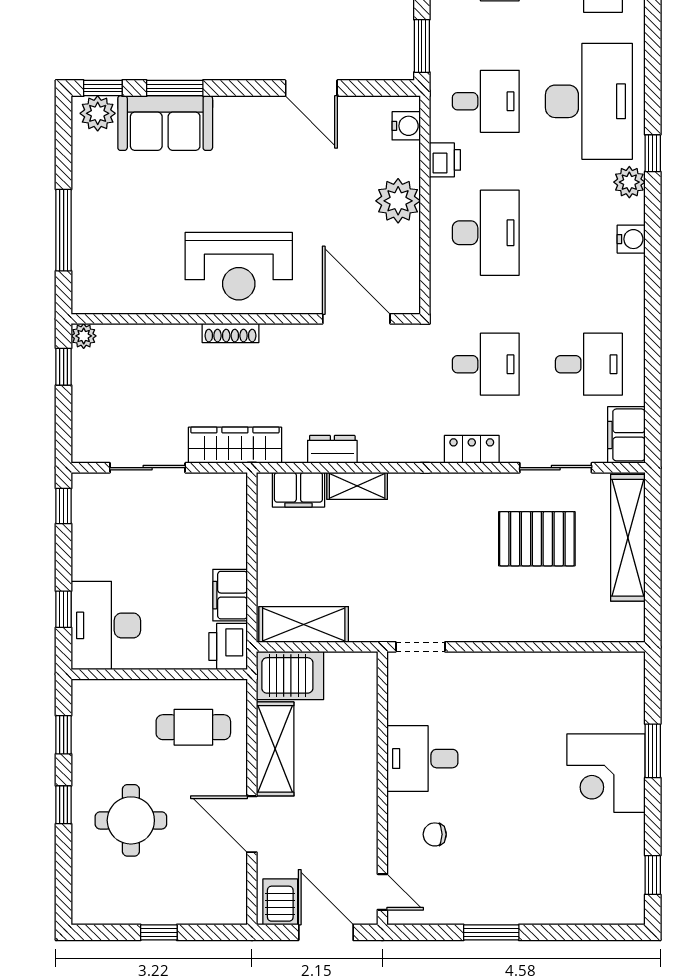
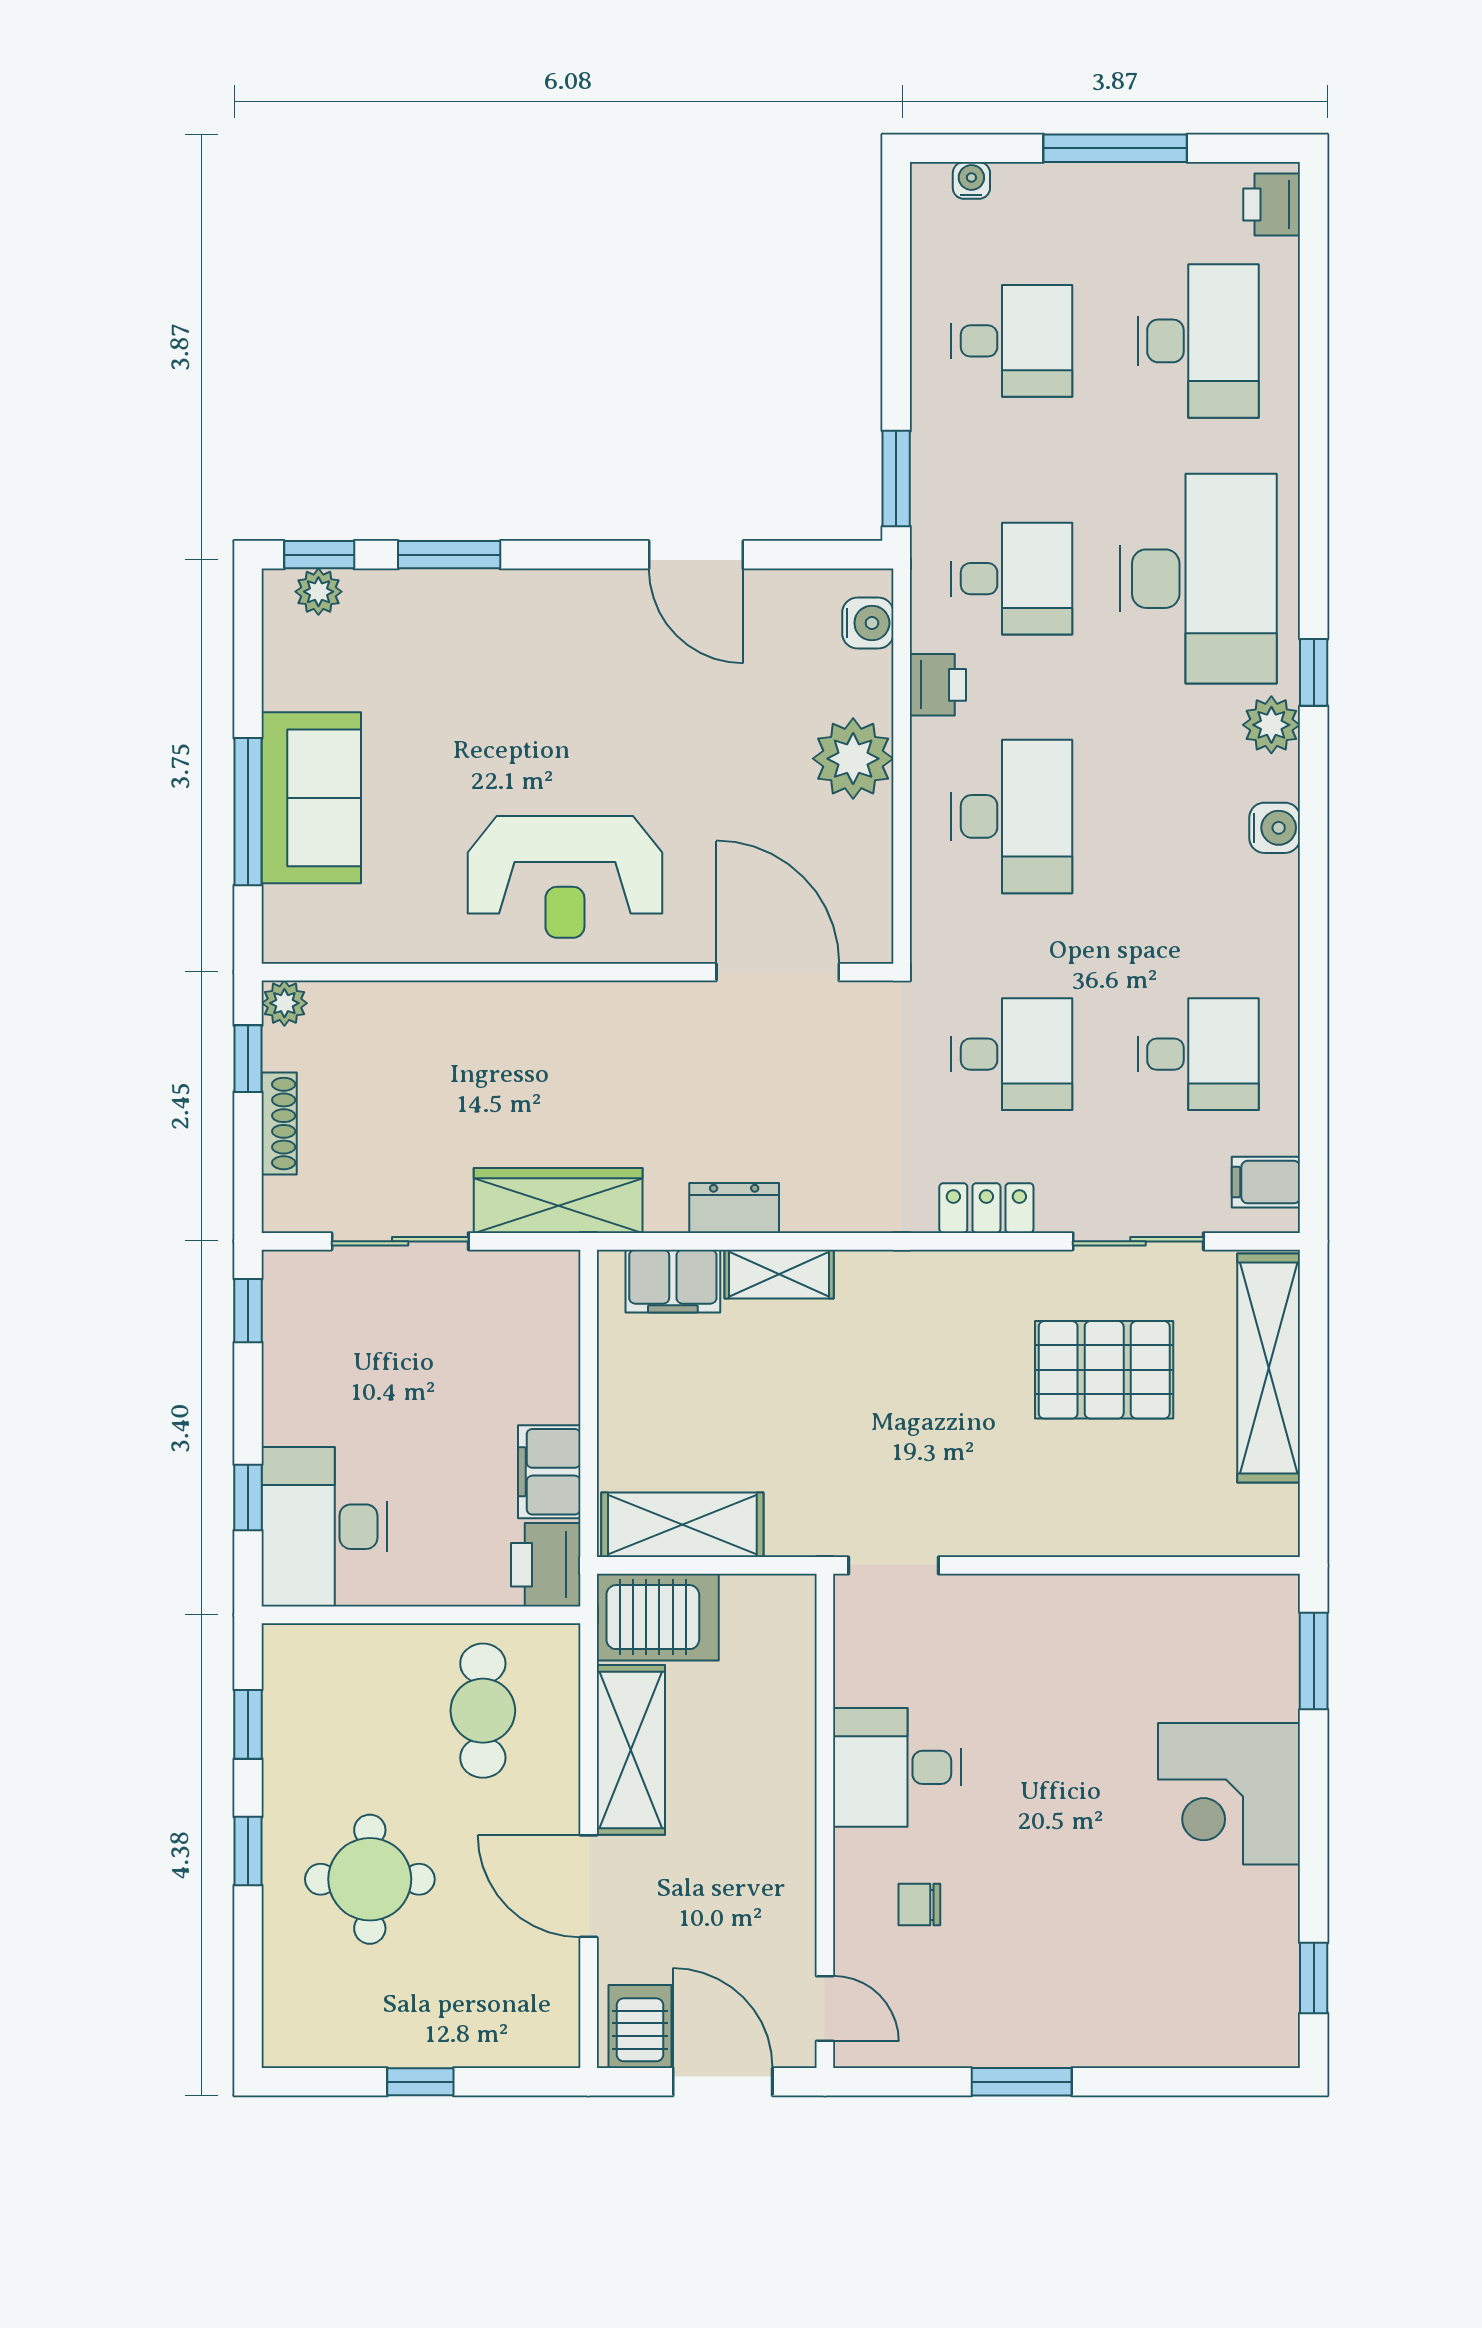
plant: (98, 113) -> (318, 592), width x0.73, depth x0.73
sofa: (165, 123) -> (311, 798), moved, turned -90
shoe rack: (230, 333) -> (279, 1124), moved, turned -90
filing cabinet: (626, 435) -> (1266, 1182), width x0.50
cafe table: (193, 727) -> (483, 1711), turned 90
window: (653, 751) -> (1314, 1661), moved

